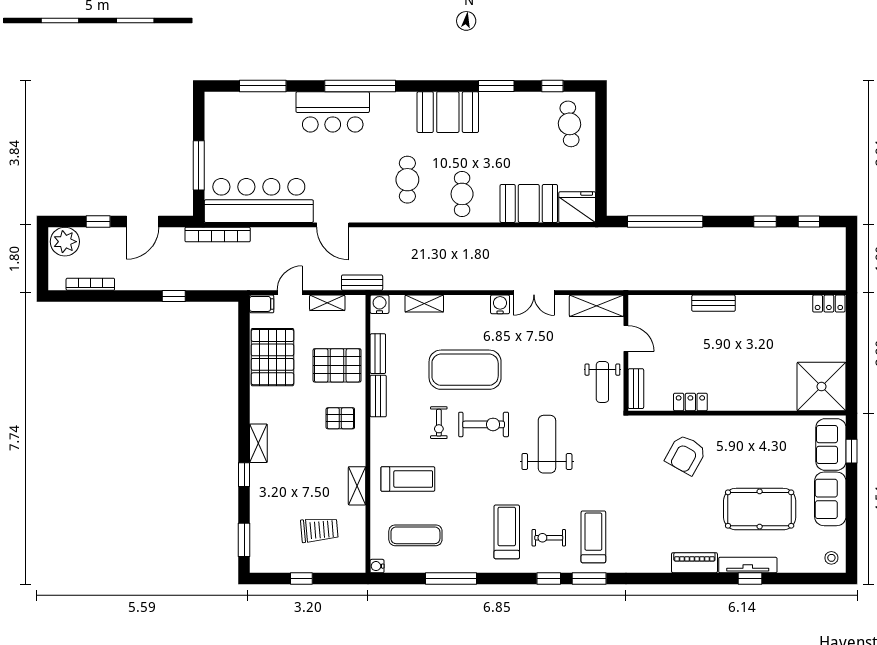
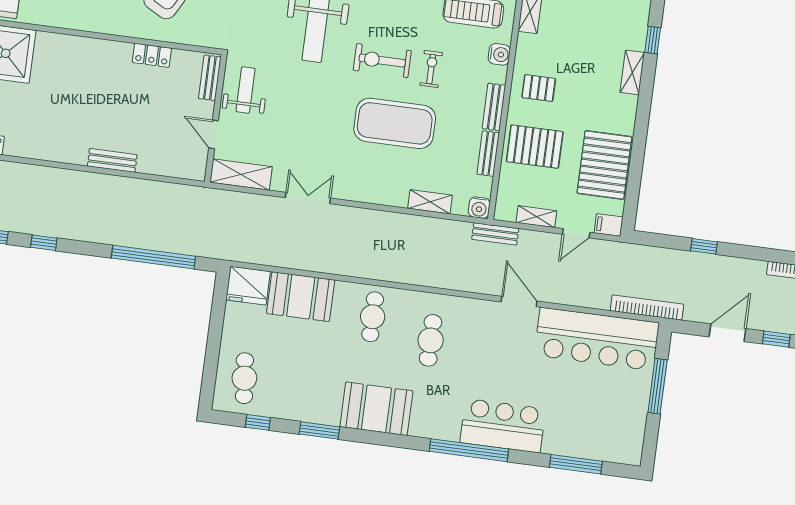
water cooler: (500, 304) -> (499, 54), moved, turned -90

